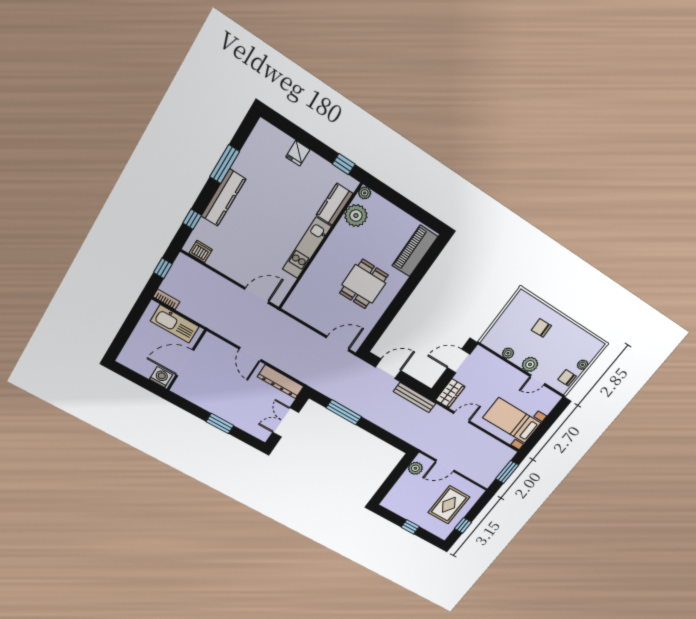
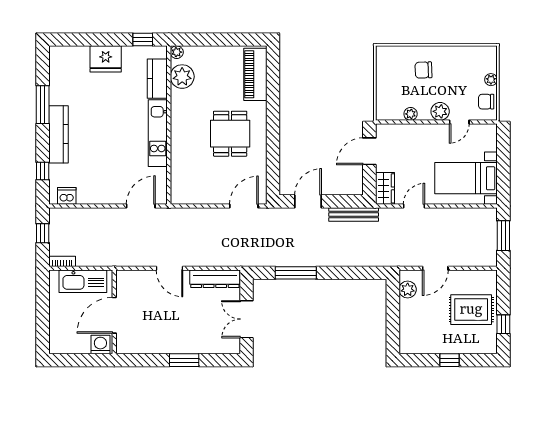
fridge: (298, 153) -> (106, 59), width x1.88, depth x1.34
rug: (449, 505) -> (471, 310), turned 90

